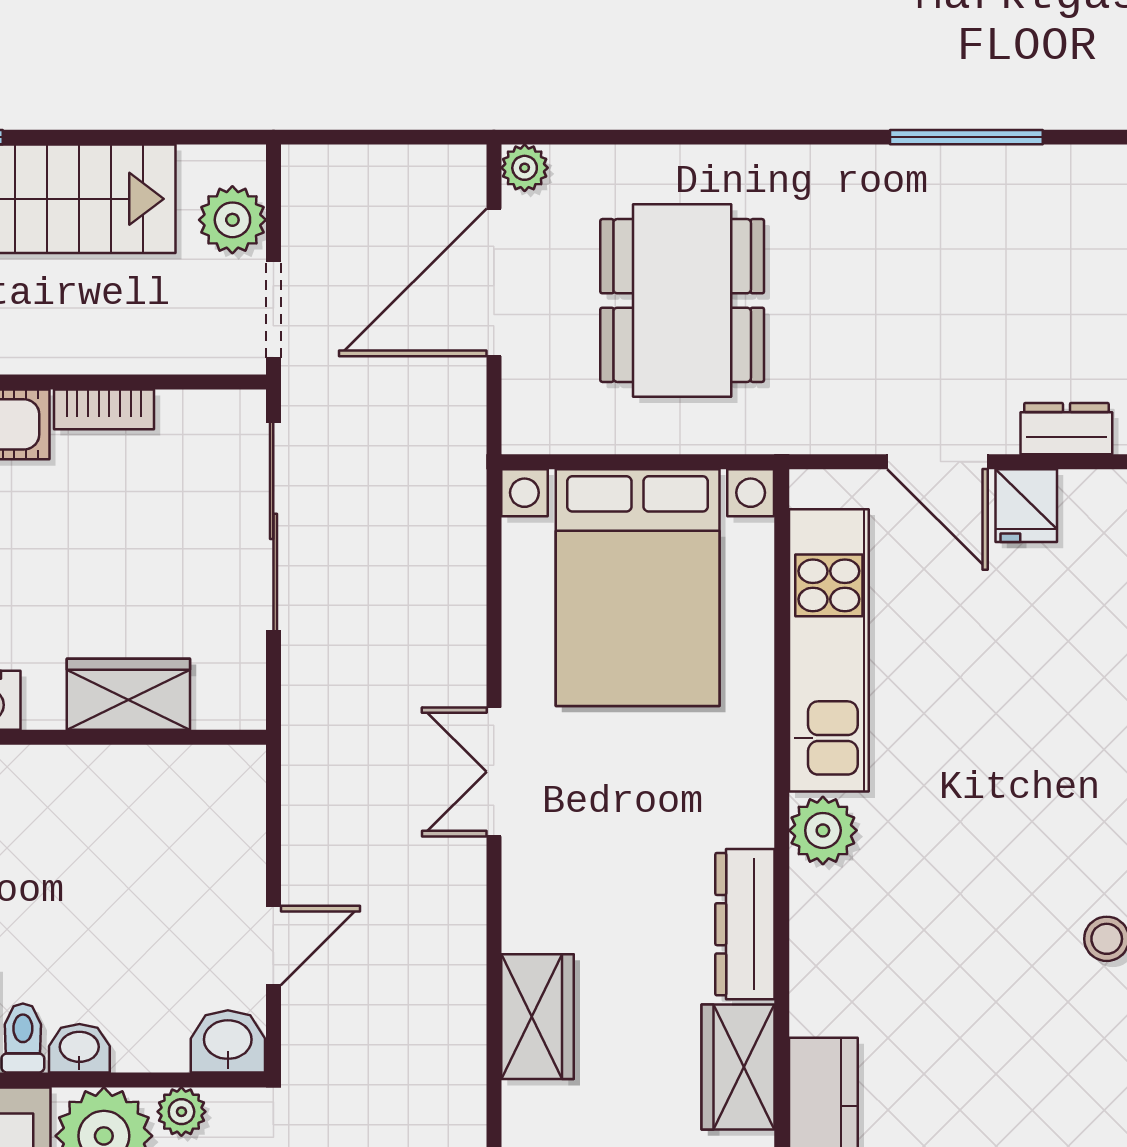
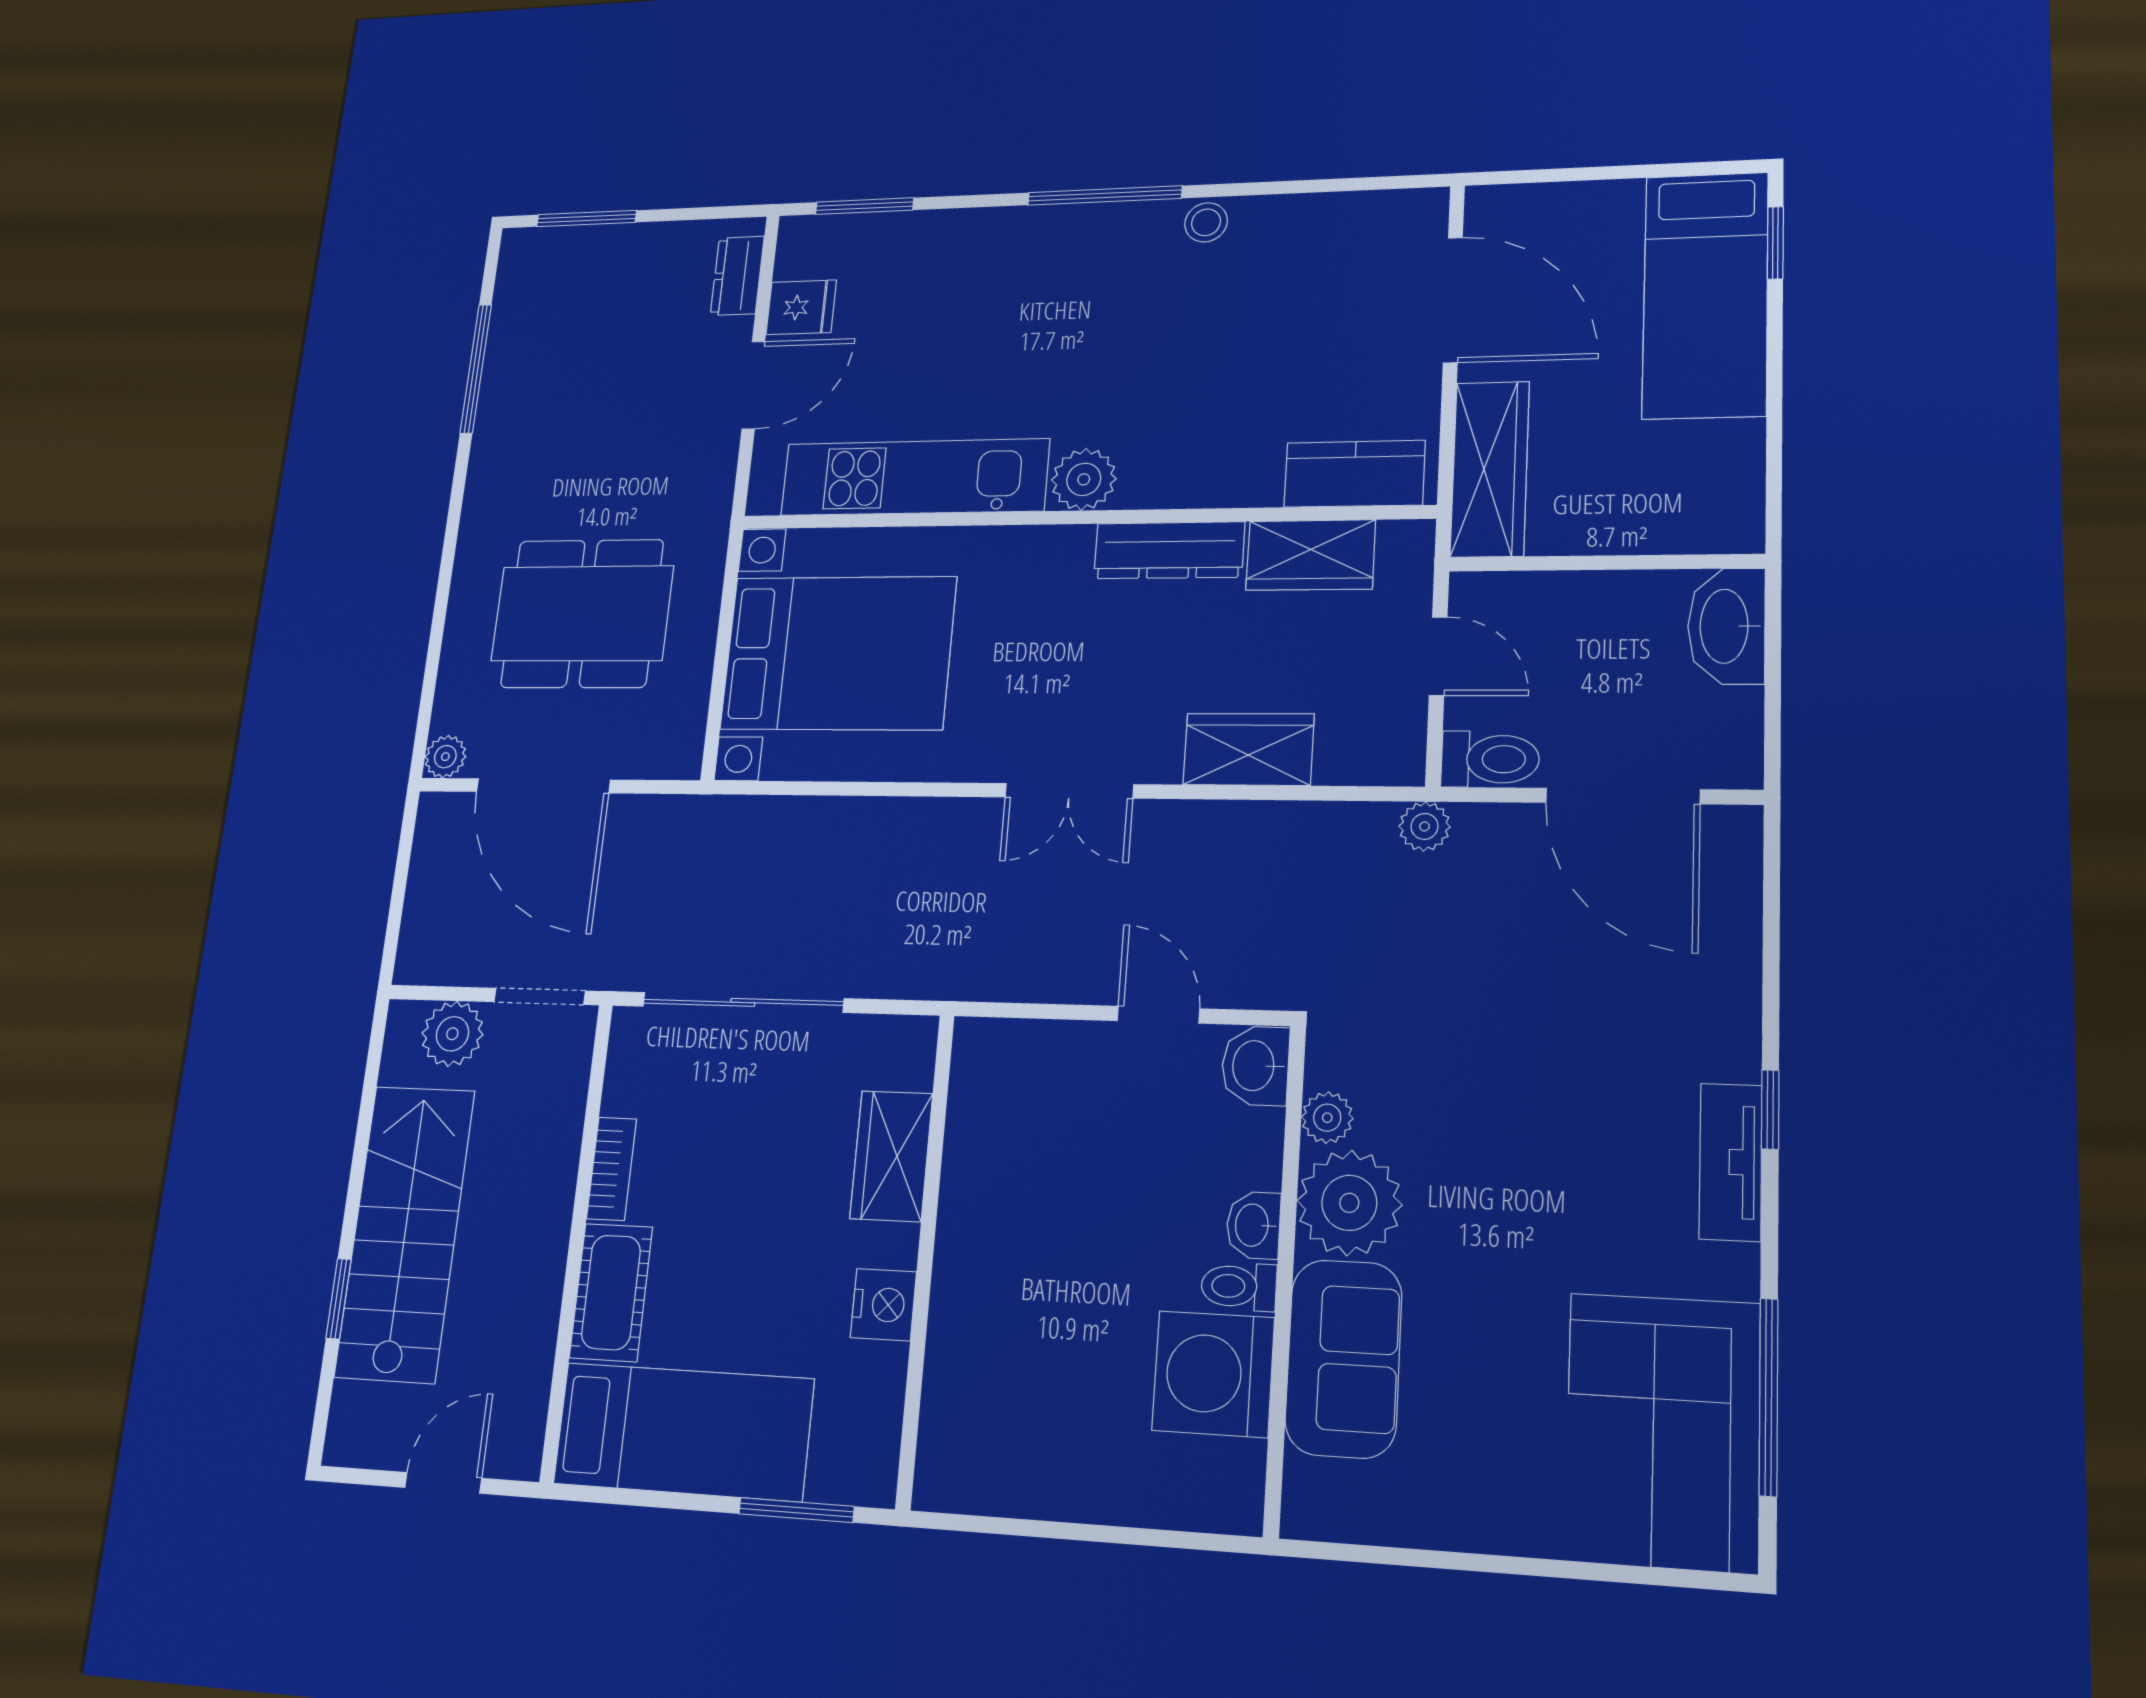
double door: (494, 772) -> (1069, 791), moved

